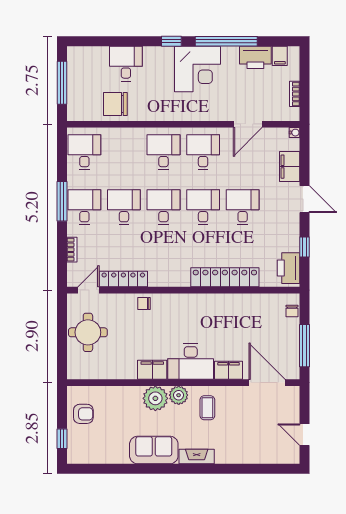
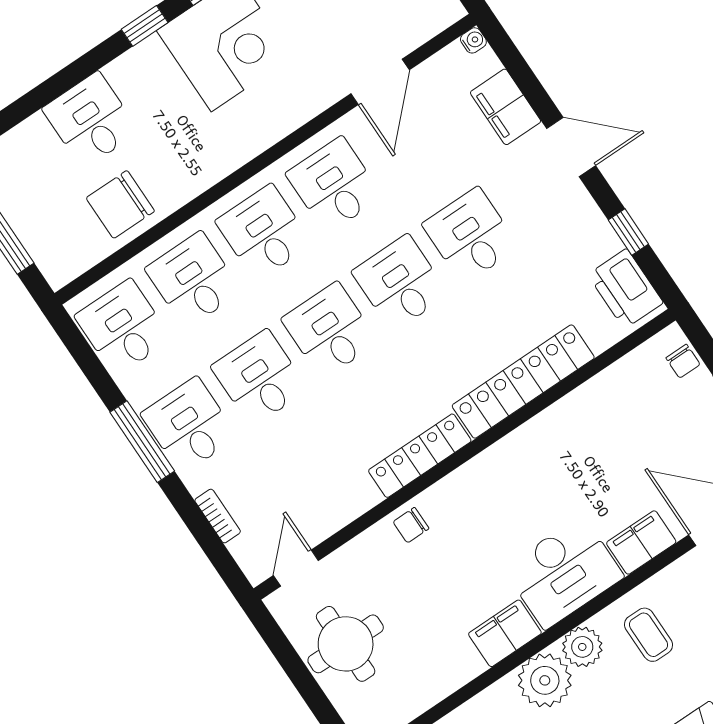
desk: (124, 152) -> (193, 280), added
locker: (123, 279) -> (420, 456), moved

